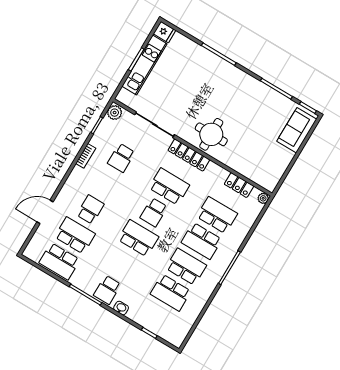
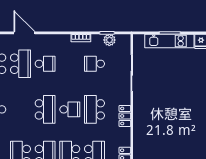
plant: (115, 113) -> (109, 40), moved
round table: (211, 134) -> (149, 117), removed
locker: (189, 155) -> (125, 116), width x0.66
school desk: (169, 186) -> (94, 109), turned 180
school desk: (154, 212) -> (70, 109), turned 180

